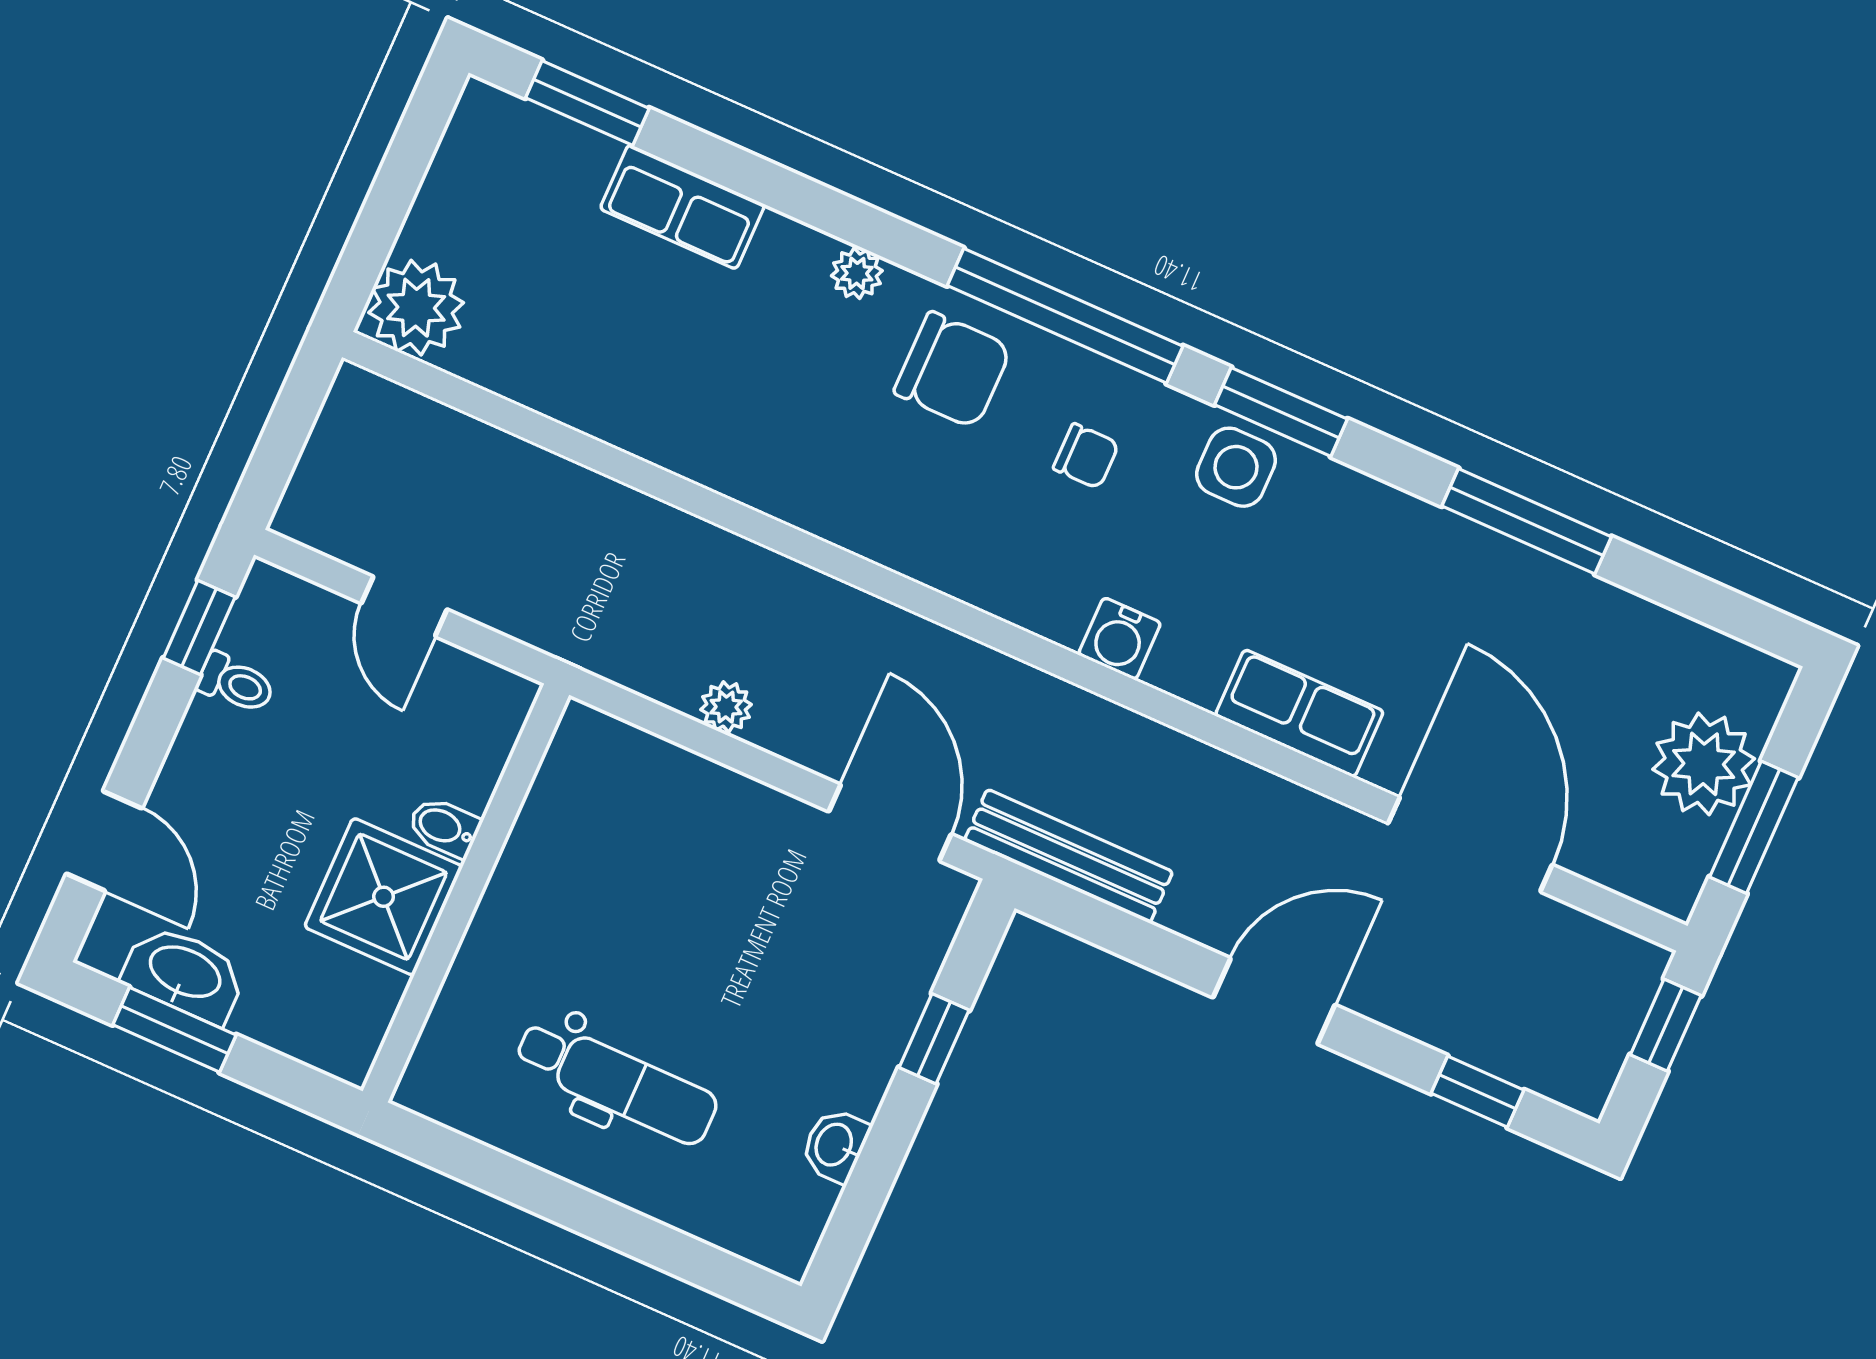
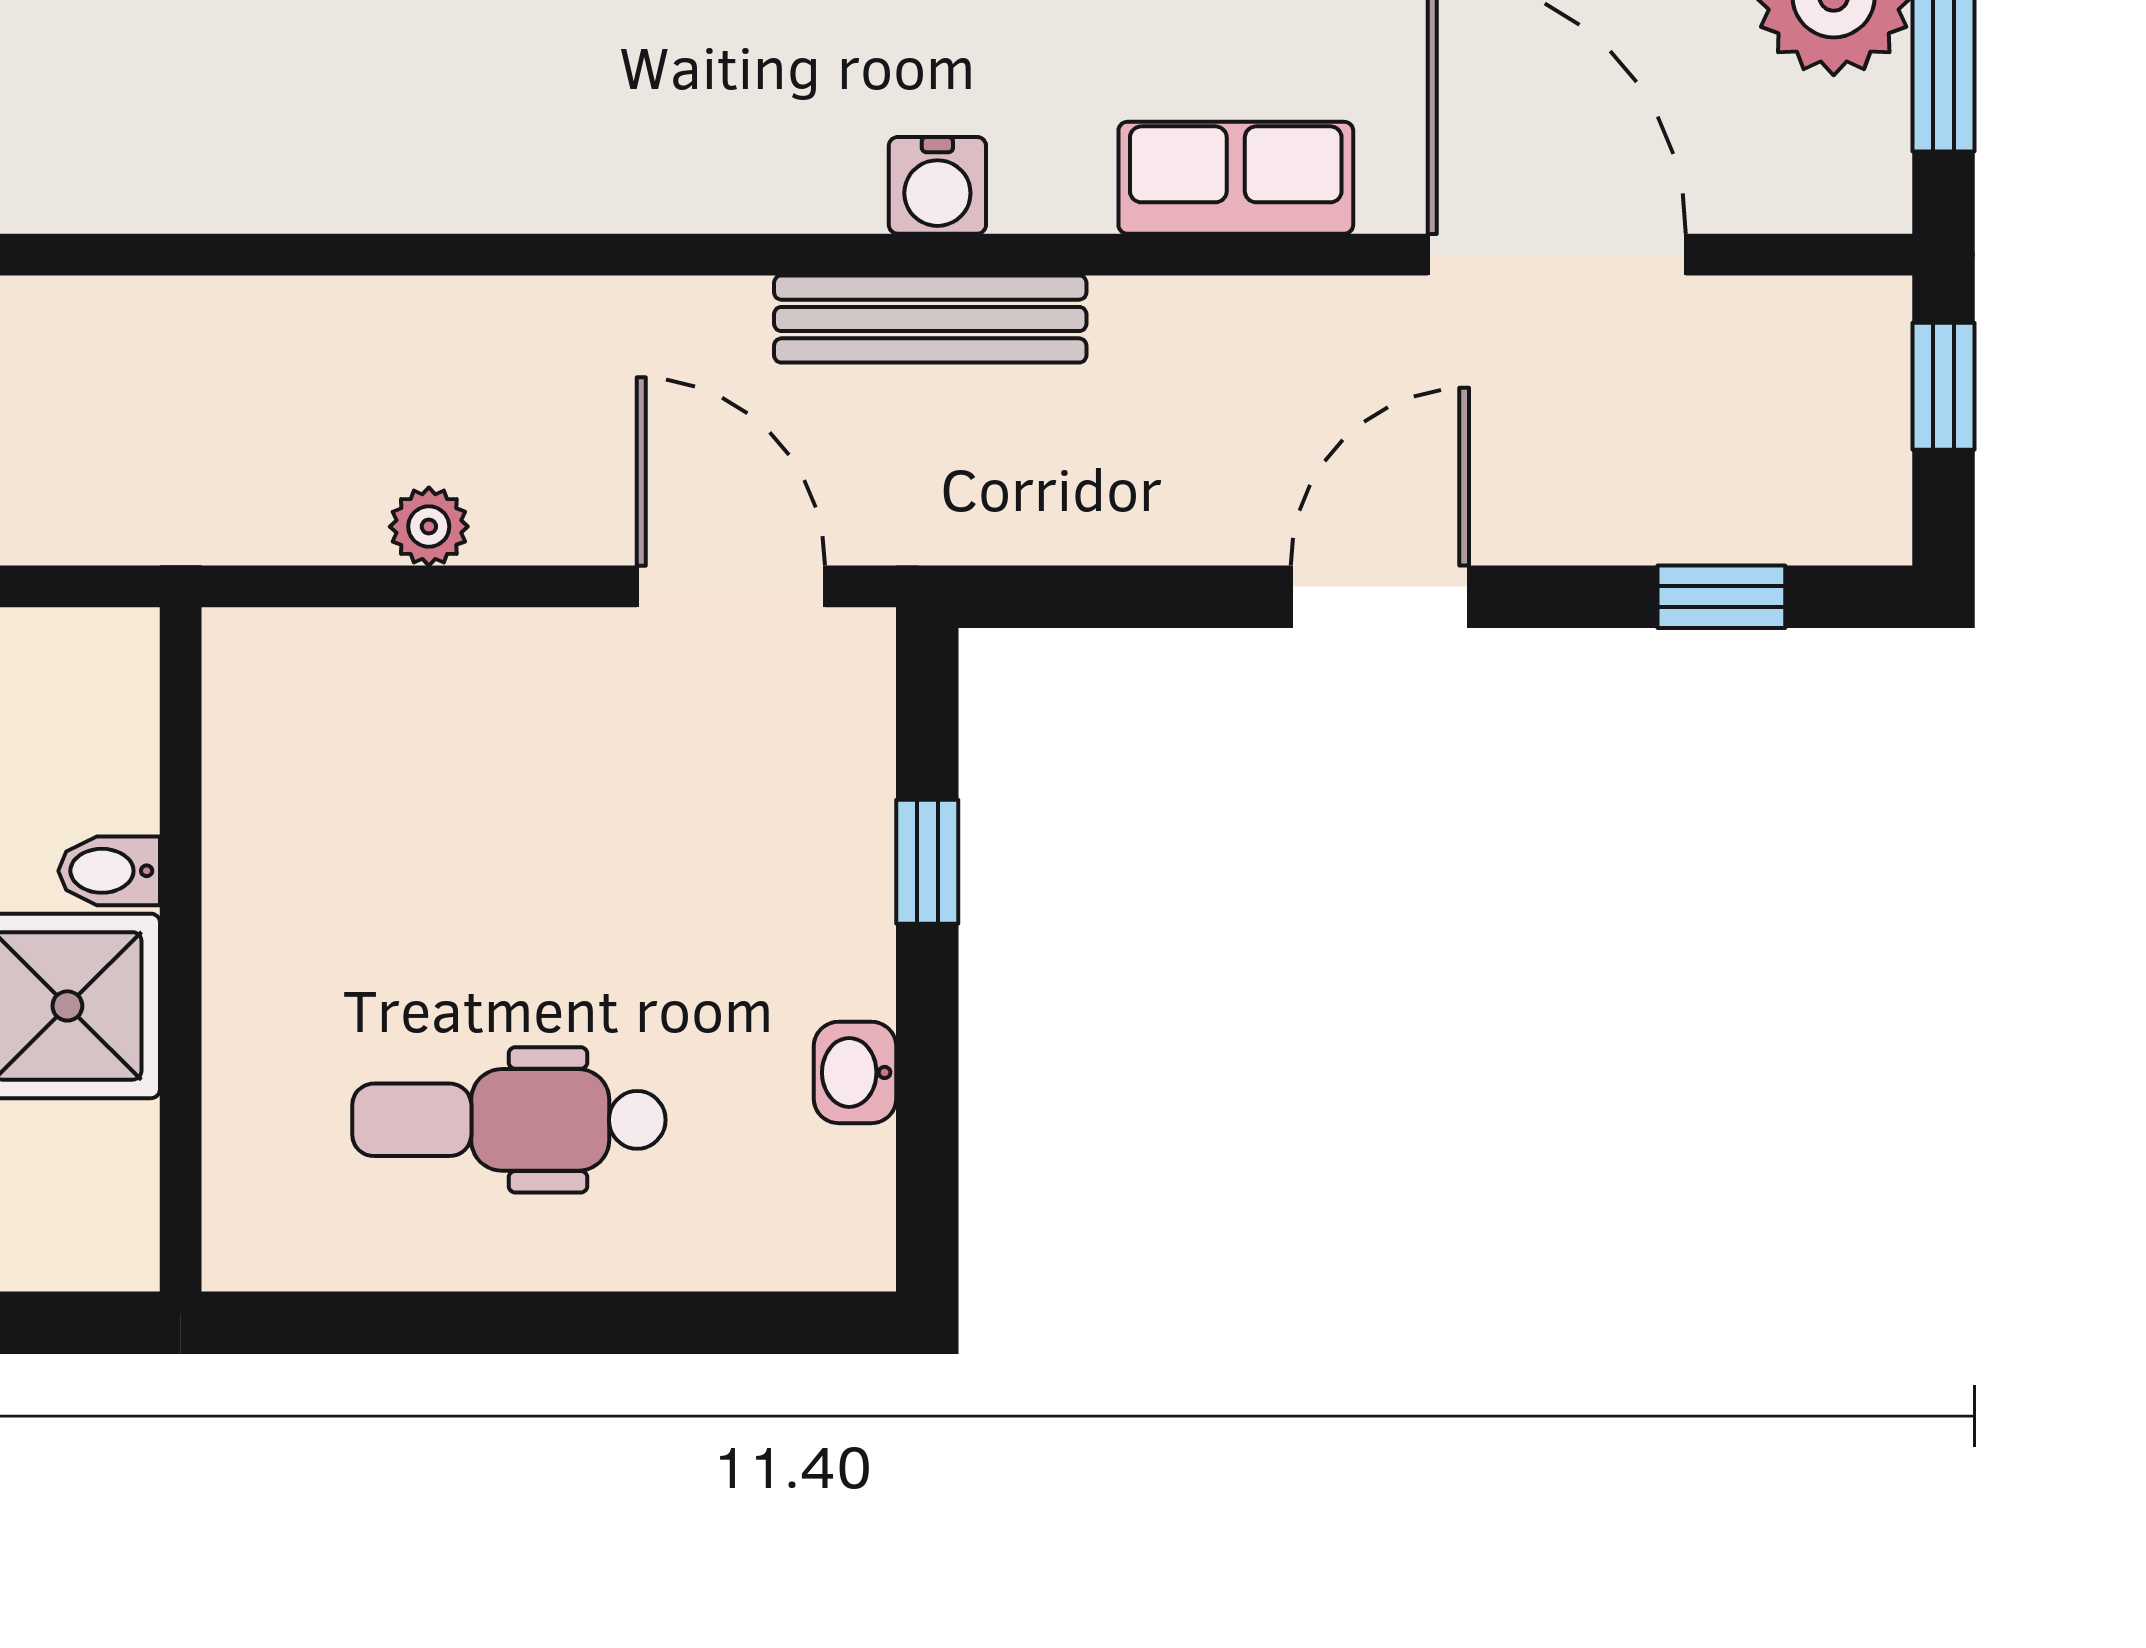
bench: (1069, 856) -> (930, 319), moved
dental chair: (616, 1082) -> (509, 1120), turned 180

